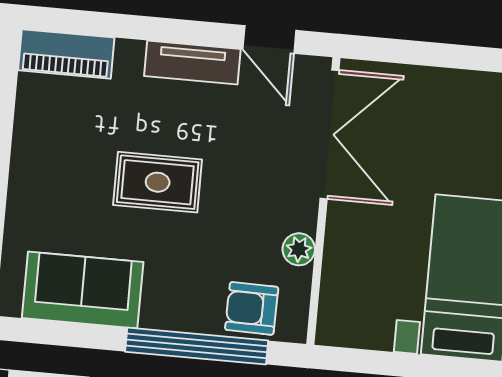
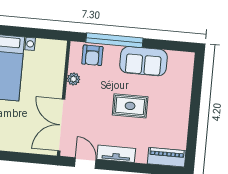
sofa: (83, 290) -> (143, 61), moved
armchair: (252, 308) -> (92, 55), turned 89

